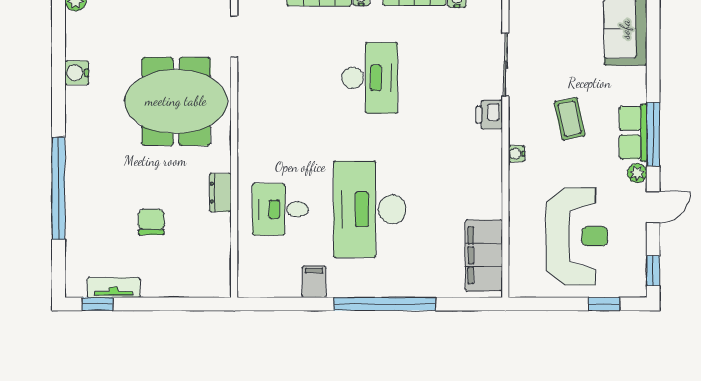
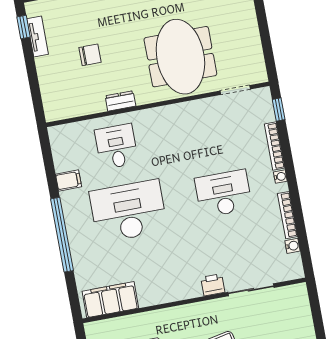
desk: (370, 78) -> (223, 194), turned 180
water cooler: (517, 154) -> (188, 310), removed

